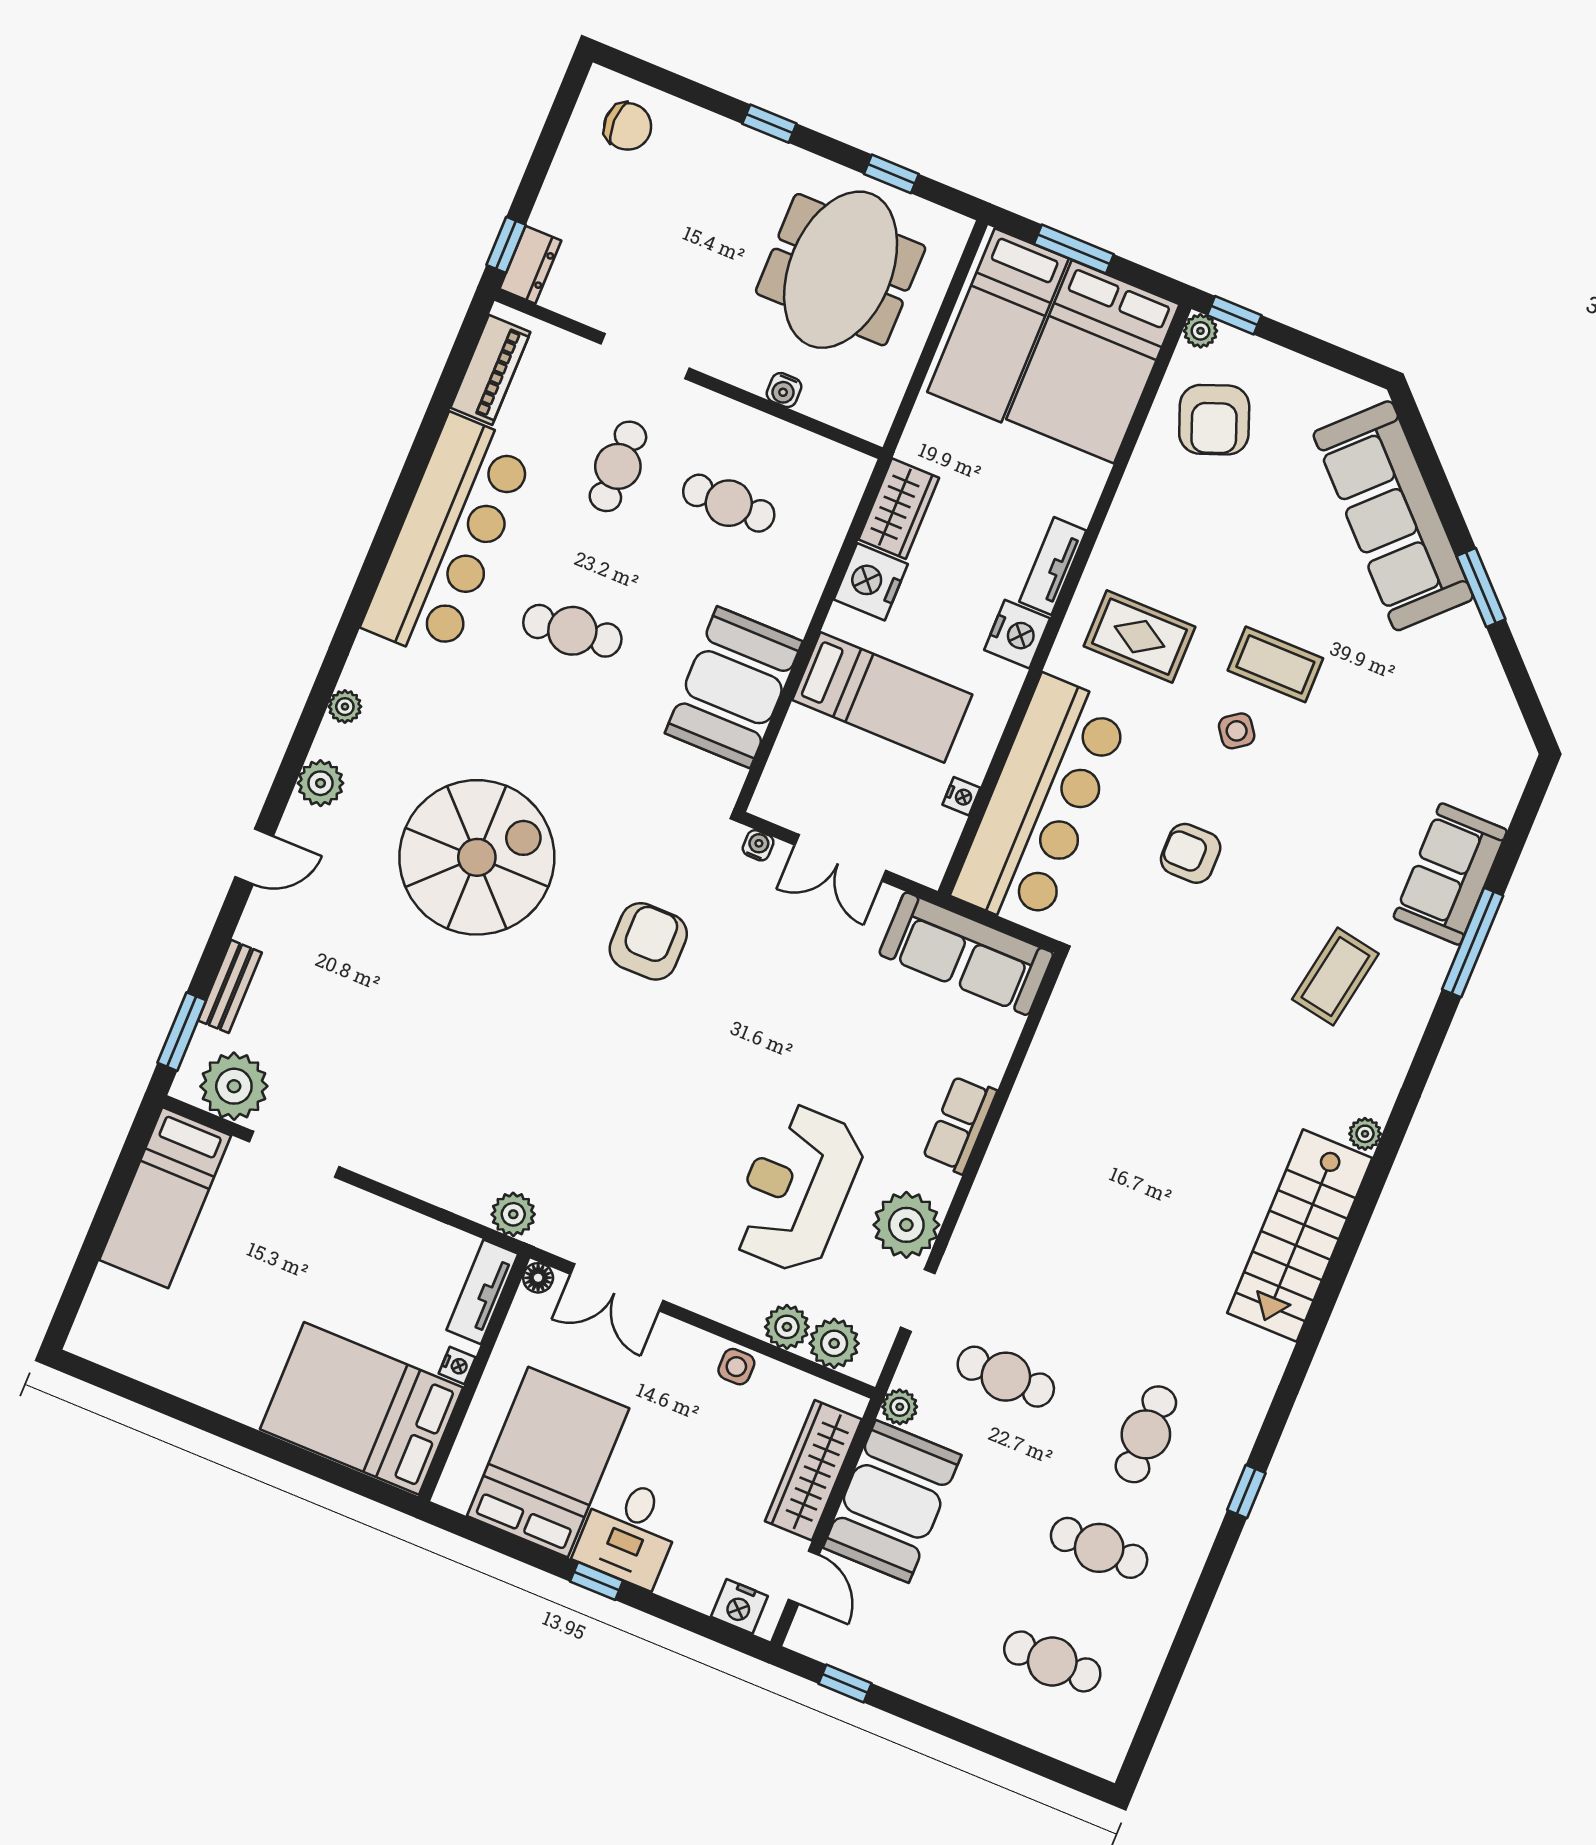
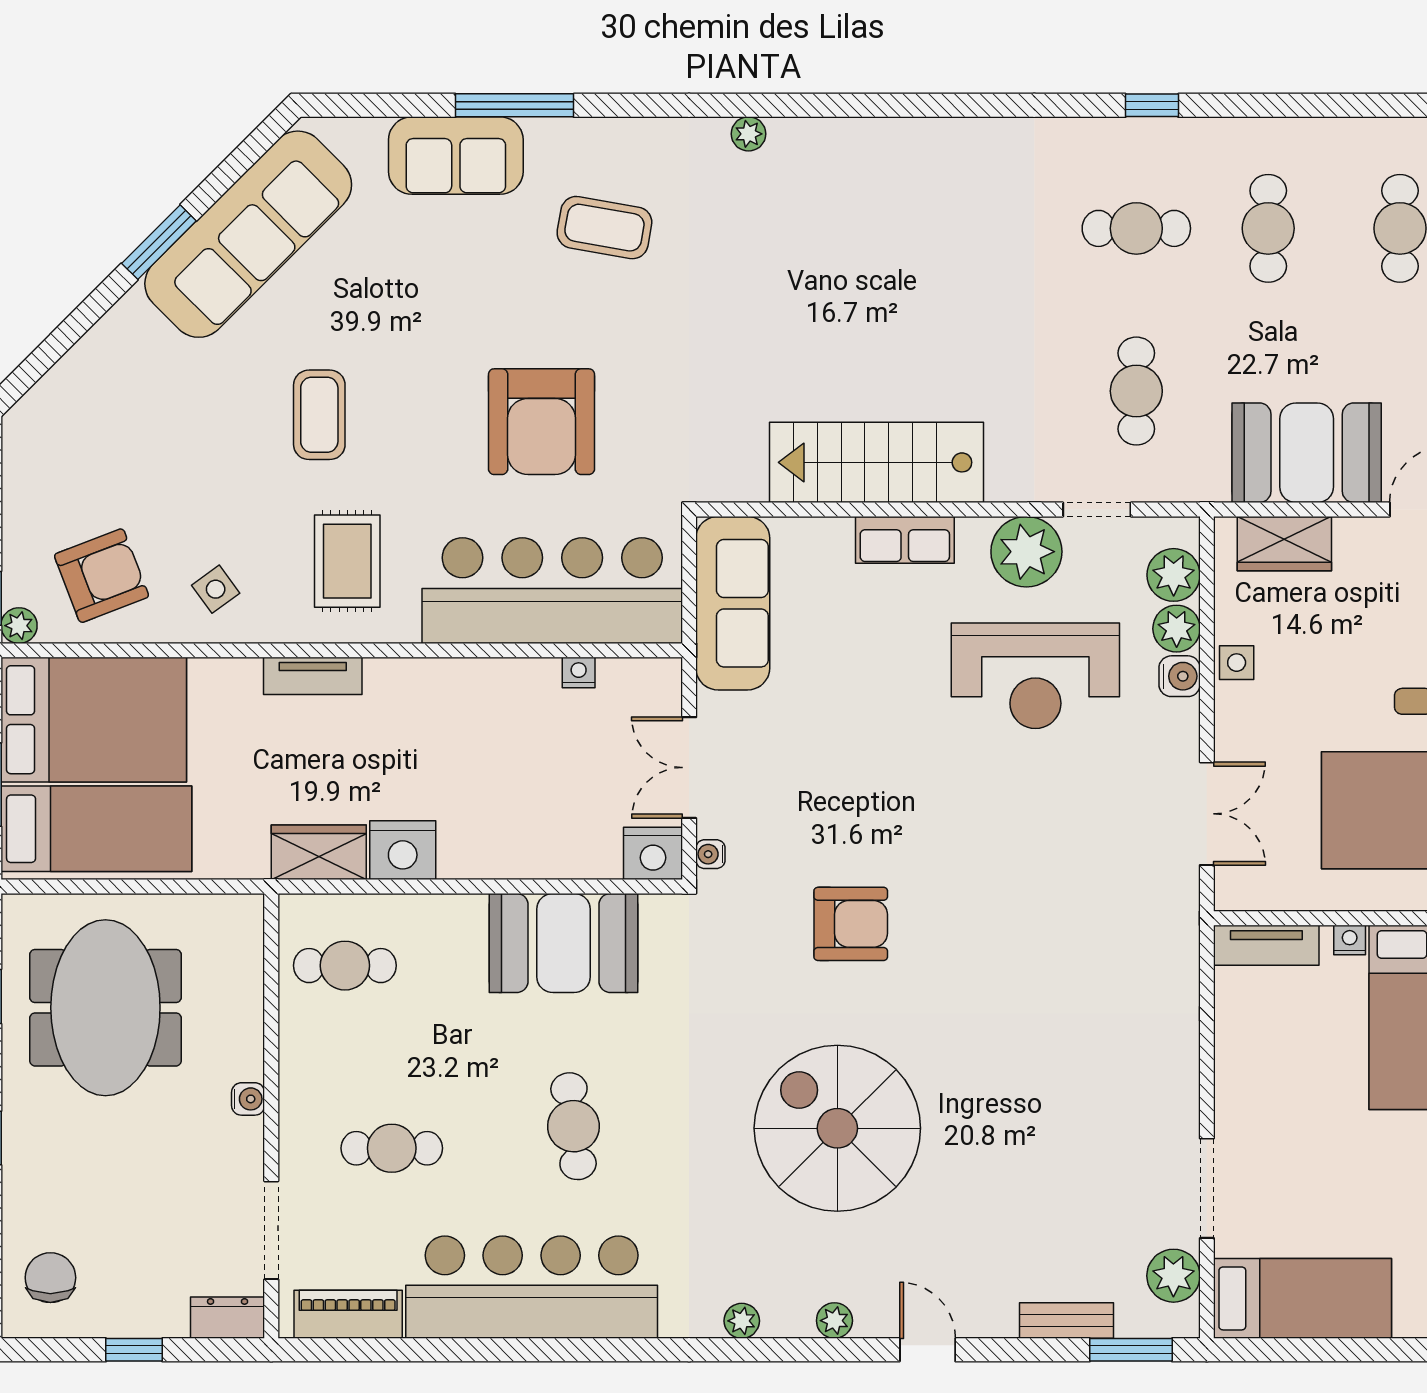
window: (506, 245) -> (134, 1350), moved
meeting table: (841, 270) -> (105, 1008), turned 90
doorway: (645, 356) -> (271, 1230), moved
water cooler: (784, 390) -> (248, 1099), moved
cafe table: (729, 503) -> (345, 966), moved, turned 90
sofa: (1393, 516) -> (248, 234), moved
nightstand: (1017, 634) -> (653, 853), moved, turned 180
bed: (882, 697) -> (513, 791), removed
side table: (1237, 731) -> (216, 589), moved
plant: (320, 783) -> (834, 1321), width x0.73, depth x0.73
armchair: (1191, 853) -> (541, 422), width x1.88, depth x1.88
double door: (840, 858) -> (689, 768), swing flipped
armchair: (648, 941) -> (851, 924), turned 180
plant: (234, 1086) -> (1173, 1276), width x0.73, depth x0.73
plant: (513, 1214) -> (1177, 946), removed
stairs: (1300, 1236) -> (877, 462), moved, turned 180
floor lamp: (538, 1278) -> (1230, 896), removed
water cooler: (745, 1313) -> (1180, 676), added
plant: (900, 1407) -> (1210, 484), removed
wardrobe: (813, 1470) -> (1284, 544), width x0.67

